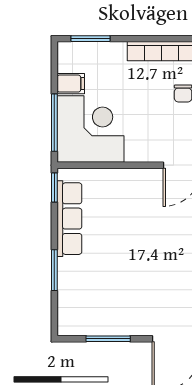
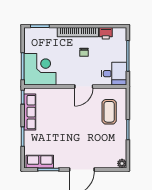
filing cabinet: (71, 84) -> (30, 48), removed
row of seats: (90, 322) -> (40, 162), added

